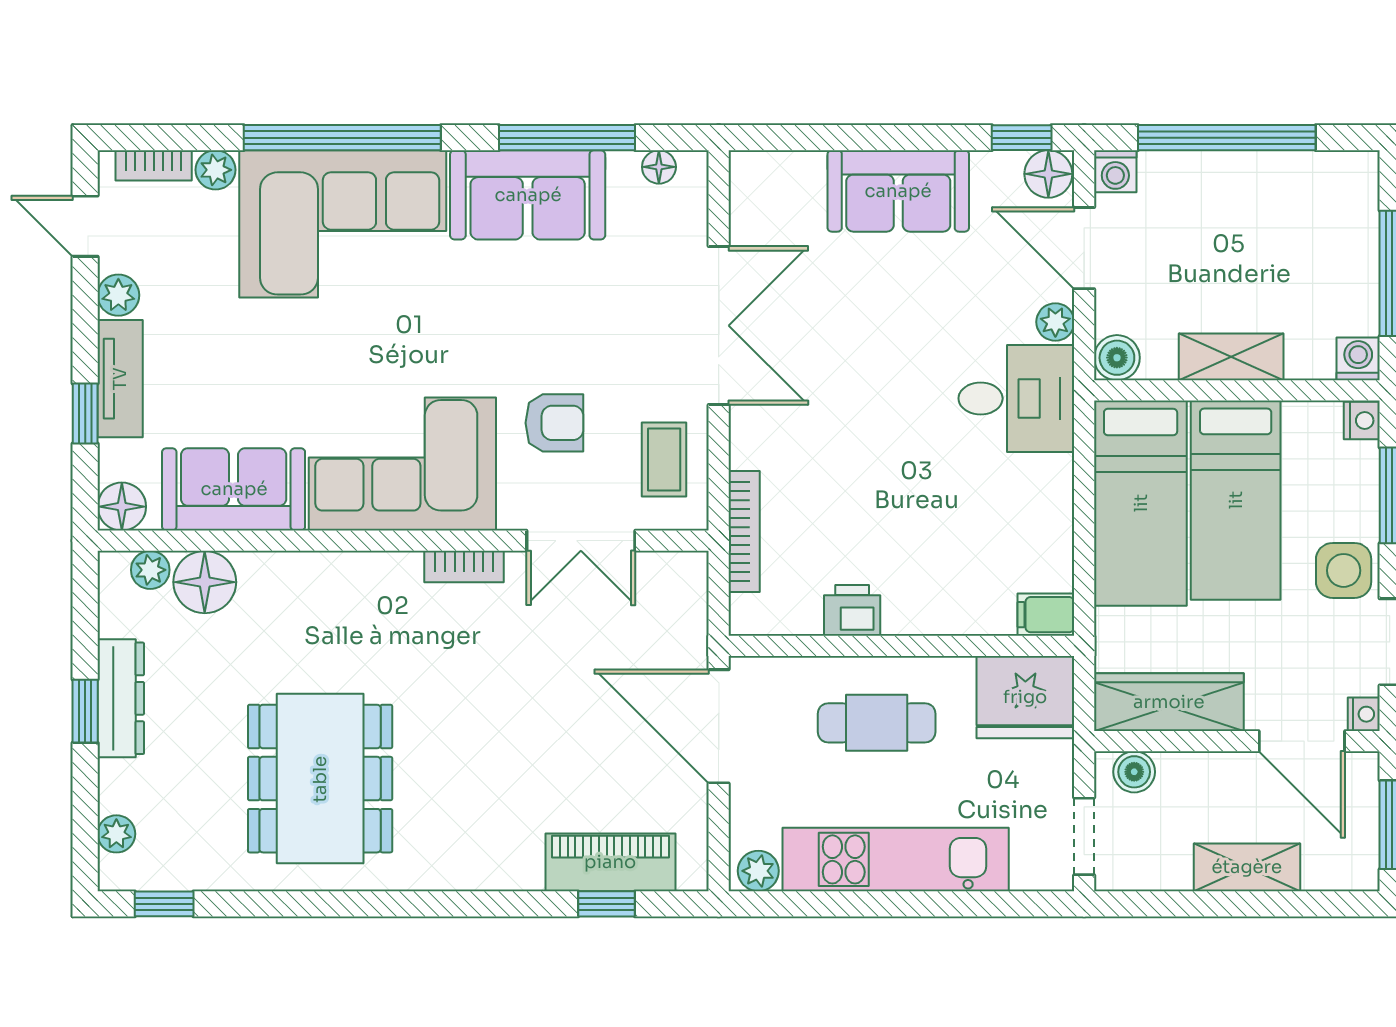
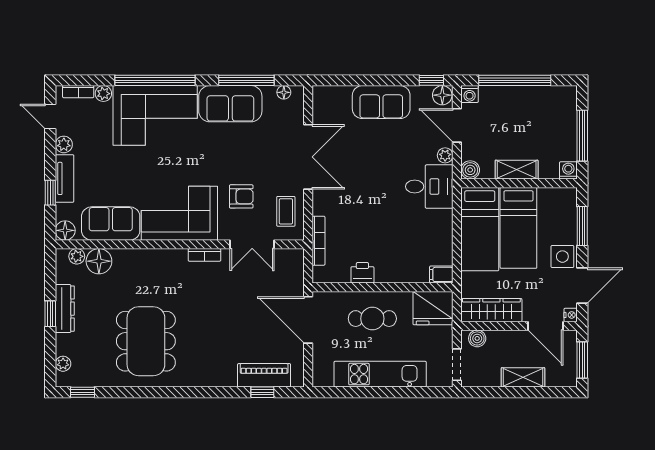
nightstand: (1362, 421) -> (570, 195), removed
plant: (758, 871) -> (324, 379), removed

